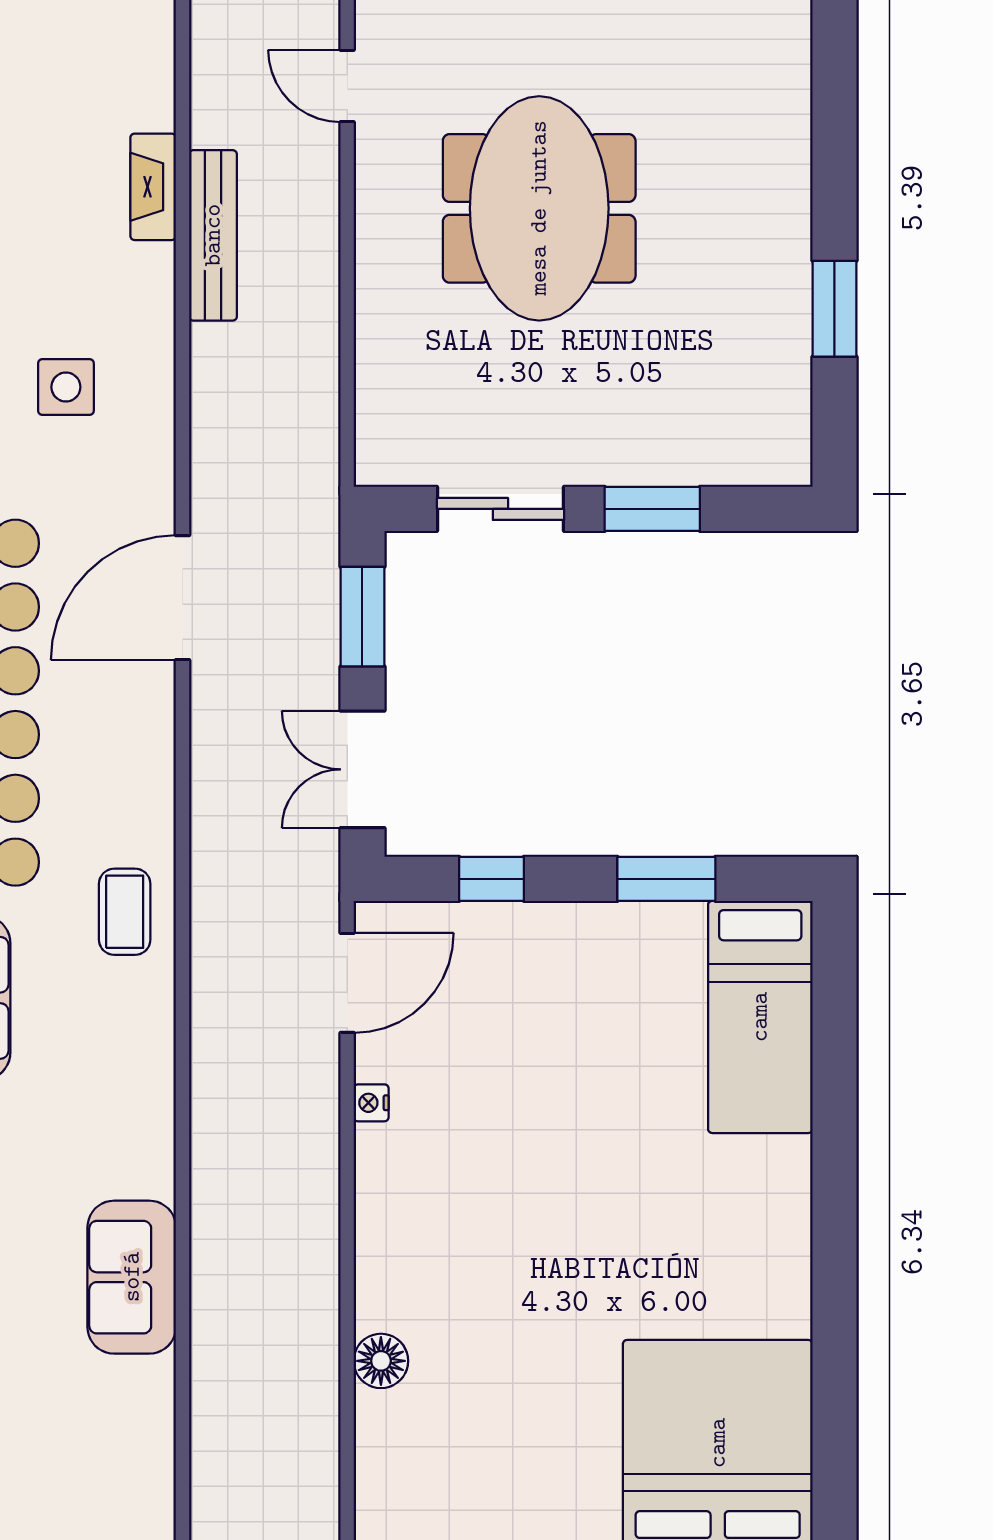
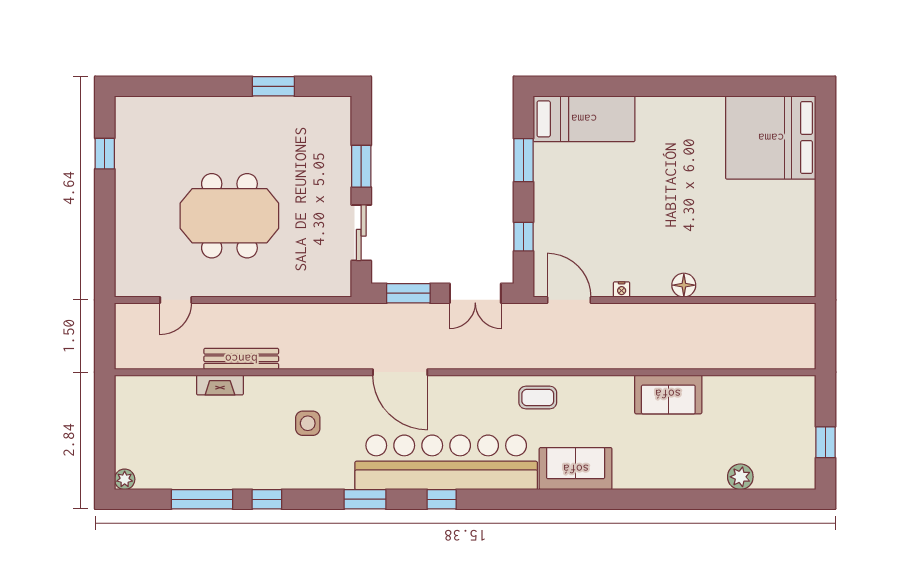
sofa: (132, 1277) -> (668, 394), moved
floor lamp: (381, 1361) -> (684, 285), moved

